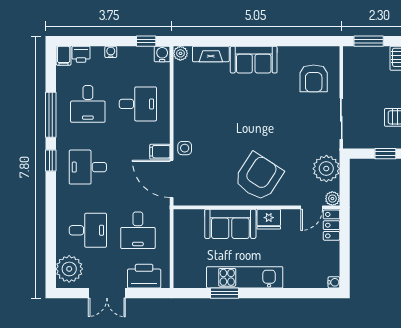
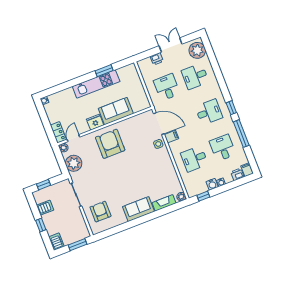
water cooler: (162, 54) -> (212, 184), moved
armchair: (259, 177) -> (110, 144), turned 147
printer: (144, 276) -> (157, 59), width x0.53, depth x0.68

